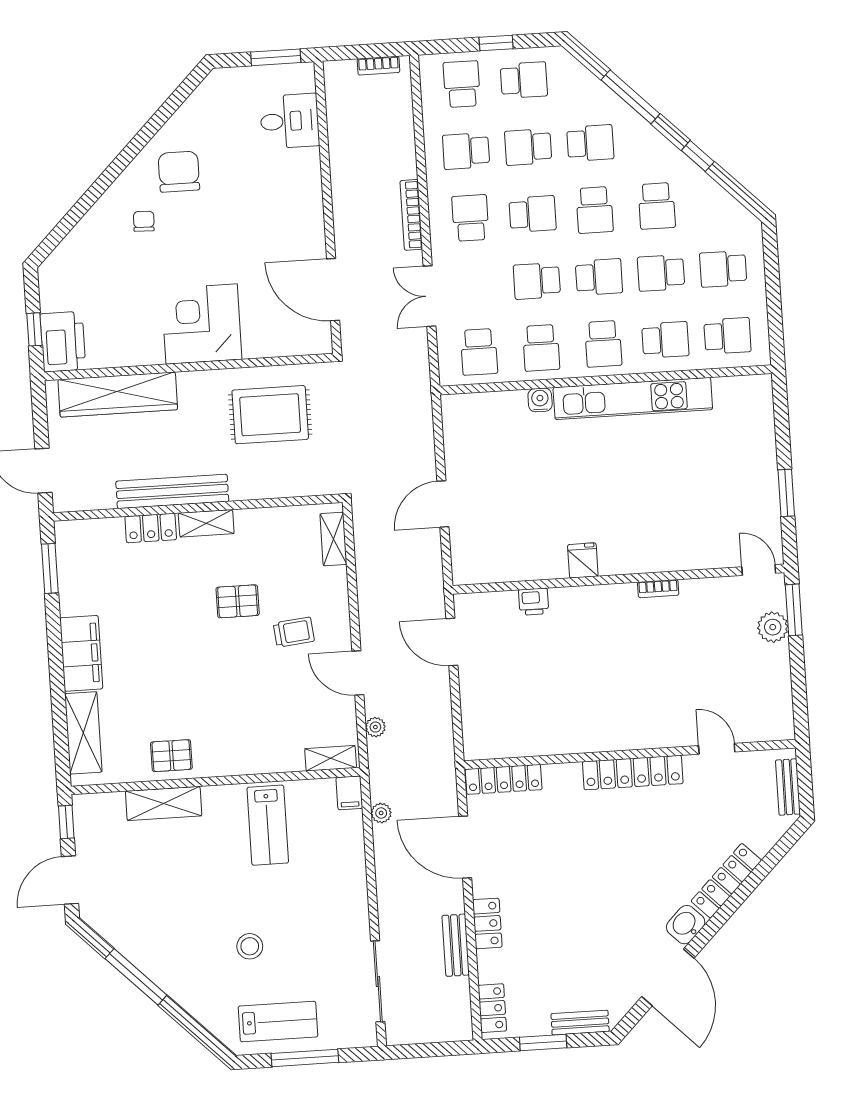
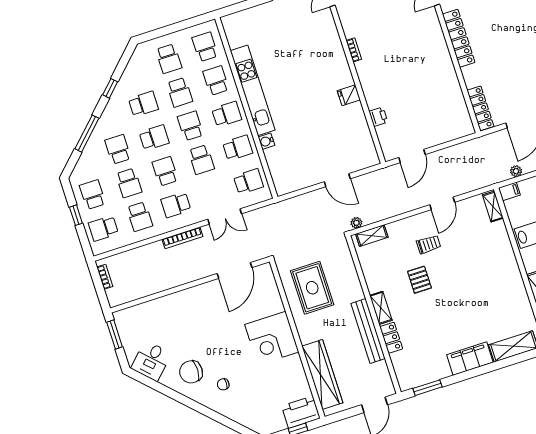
desk: (290, 121) -> (151, 361), moved, turned -135
trolley: (294, 632) -> (429, 244), turned 96
plant: (375, 727) -> (356, 223), moved
pallet: (171, 756) -> (514, 295), removed

